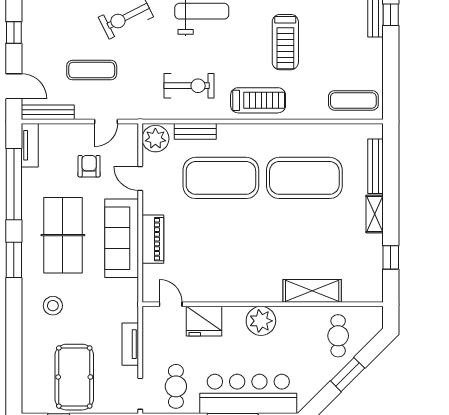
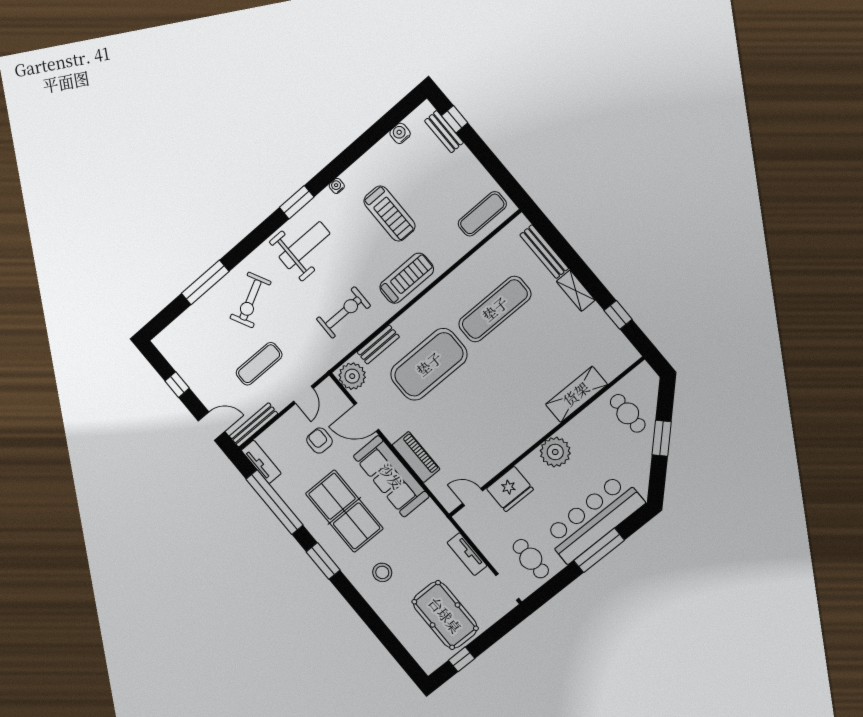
door: (140, 178) -> (366, 417), width x1.38
exercise mat: (304, 178) -> (495, 309), width x0.68

